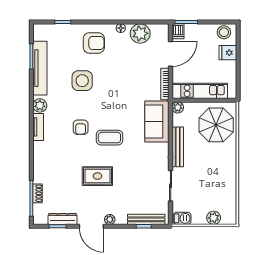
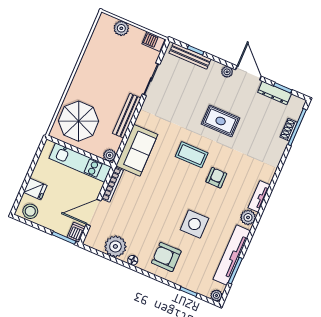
plant: (38, 29) -> (216, 295), added

